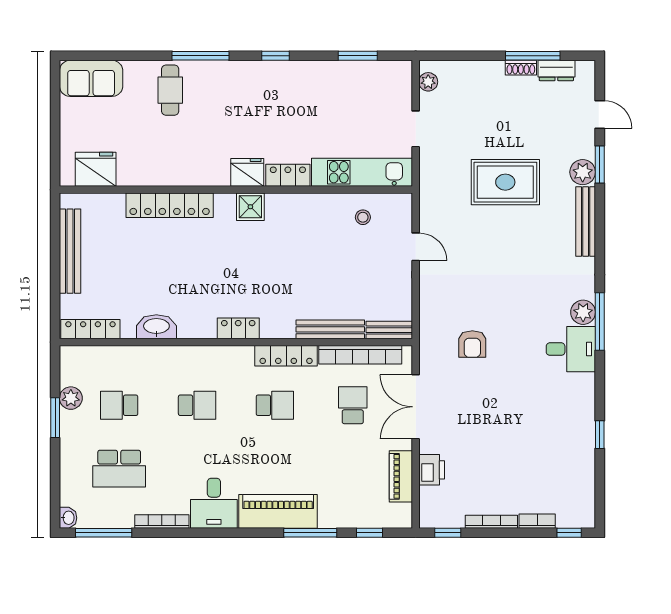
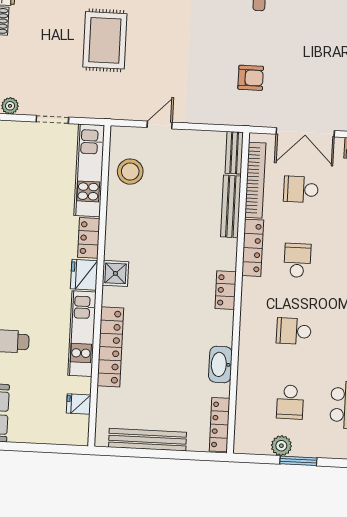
fridge: (96, 169) -> (79, 404), width x0.53, depth x0.75
kitchen unit: (183, 173) -> (82, 334), added
stool: (363, 217) -> (130, 172), width x1.89, depth x1.89
school desk: (197, 405) -> (294, 331), turned -90

